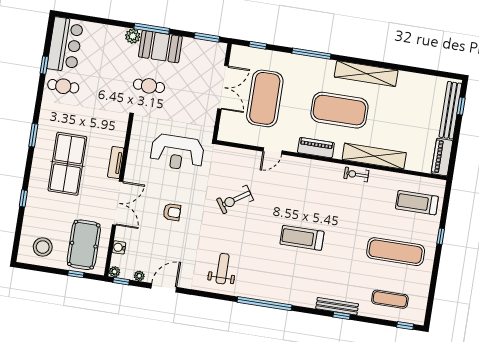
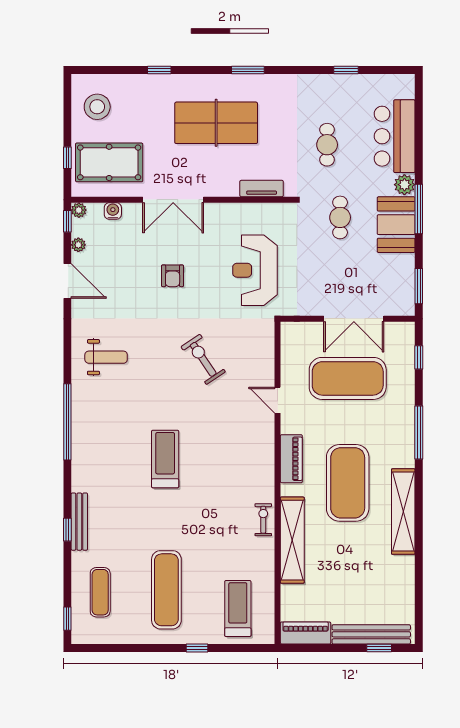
bar counter: (65, 45) -> (395, 136), moved, turned 90
cafe table: (63, 86) -> (327, 145), moved
tv unit: (116, 163) -> (262, 189), moved

